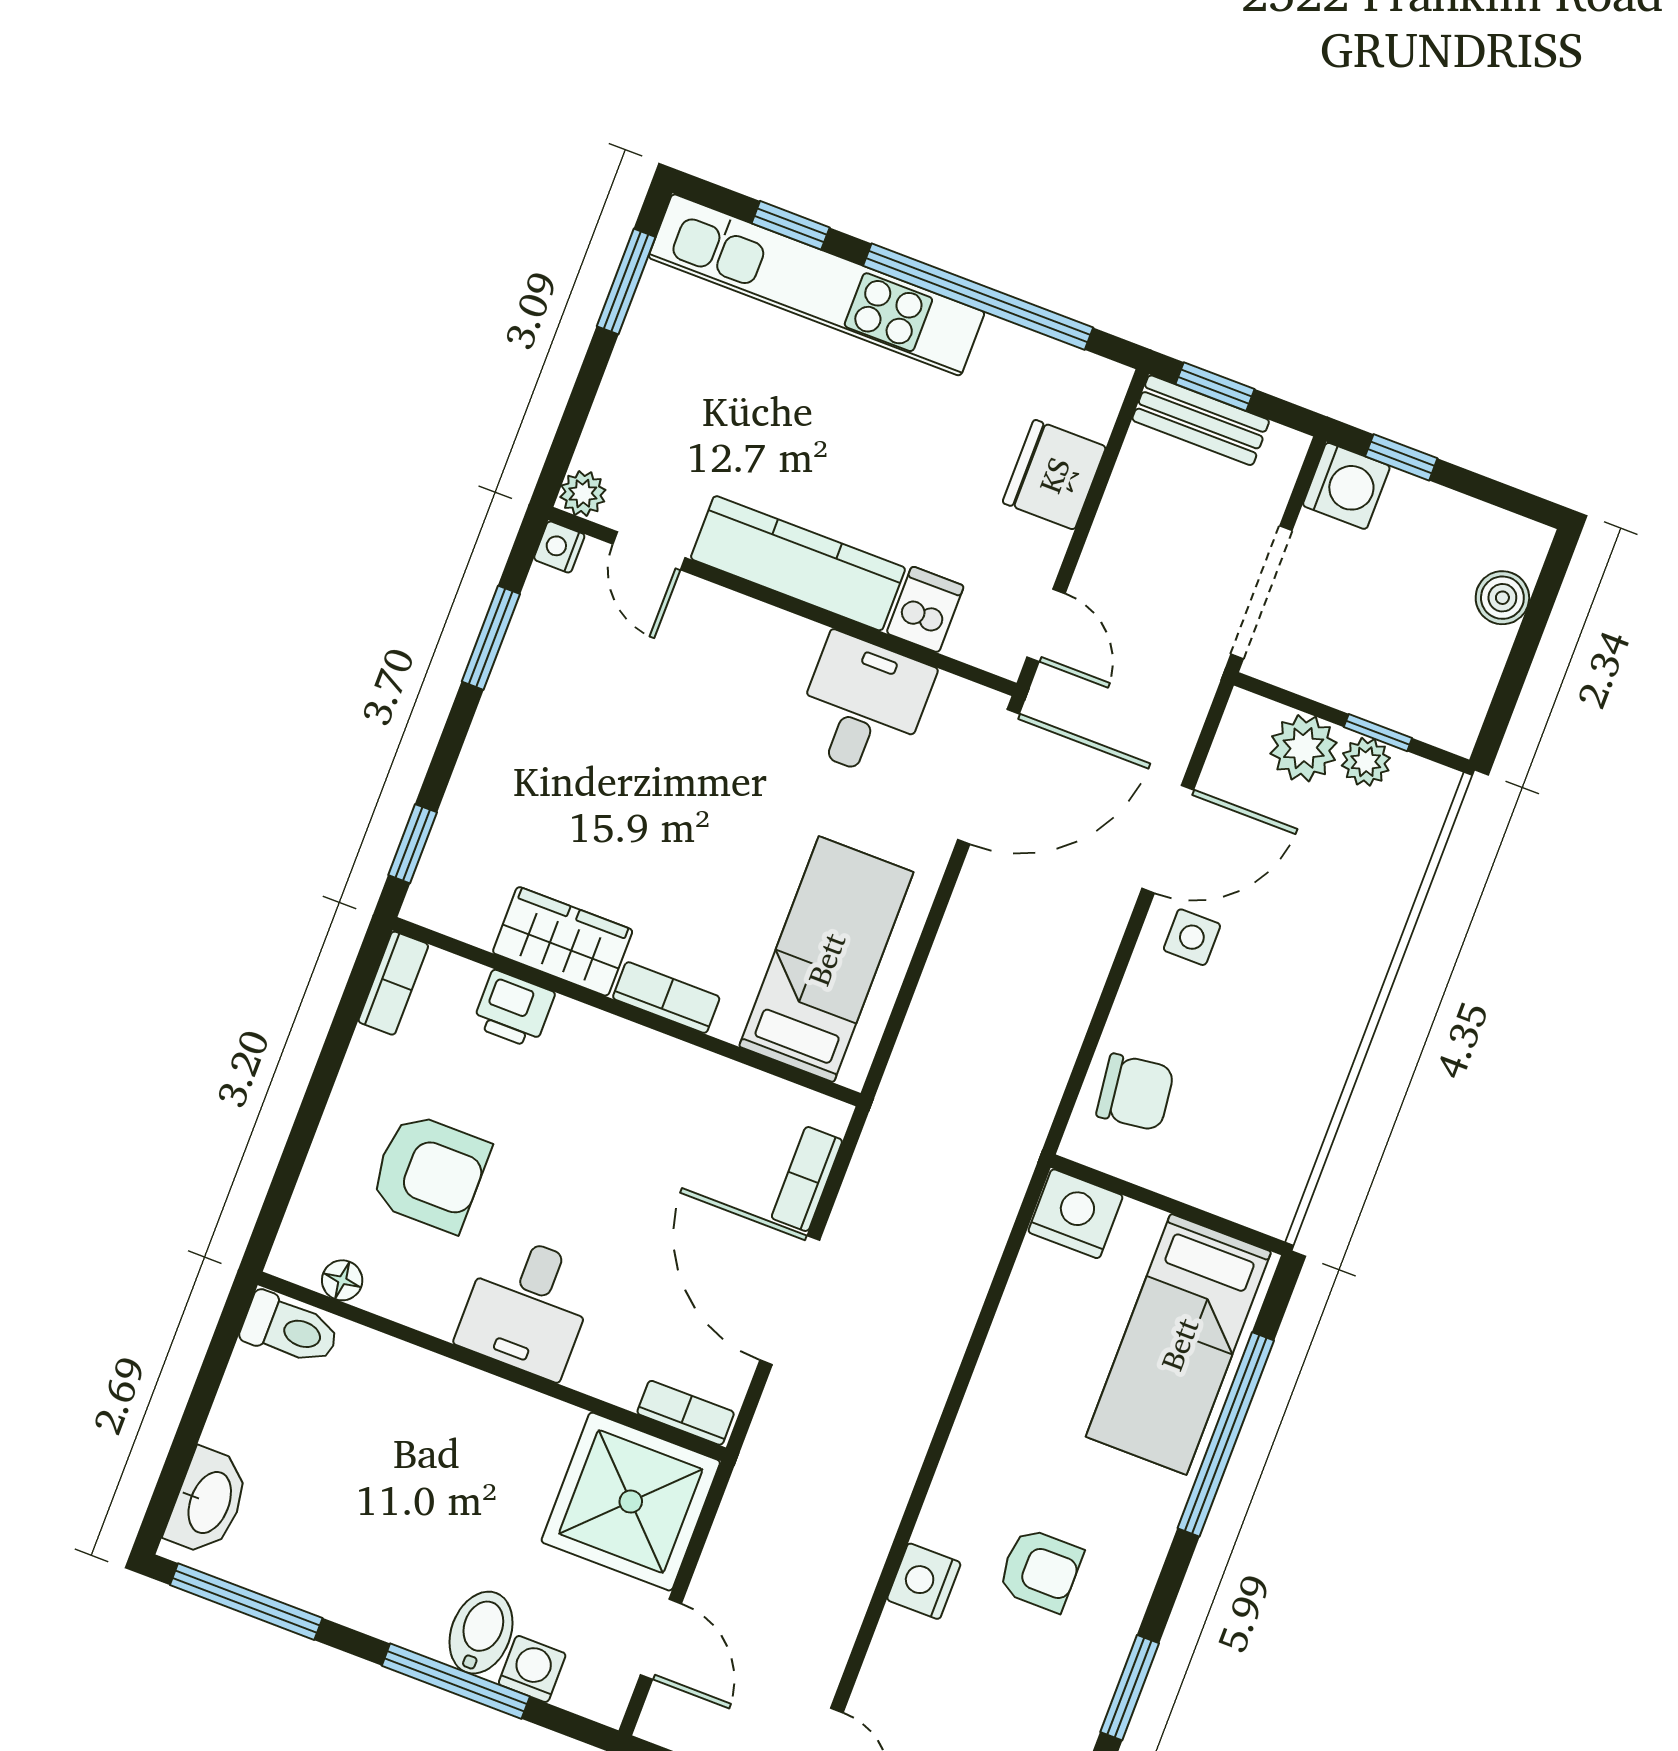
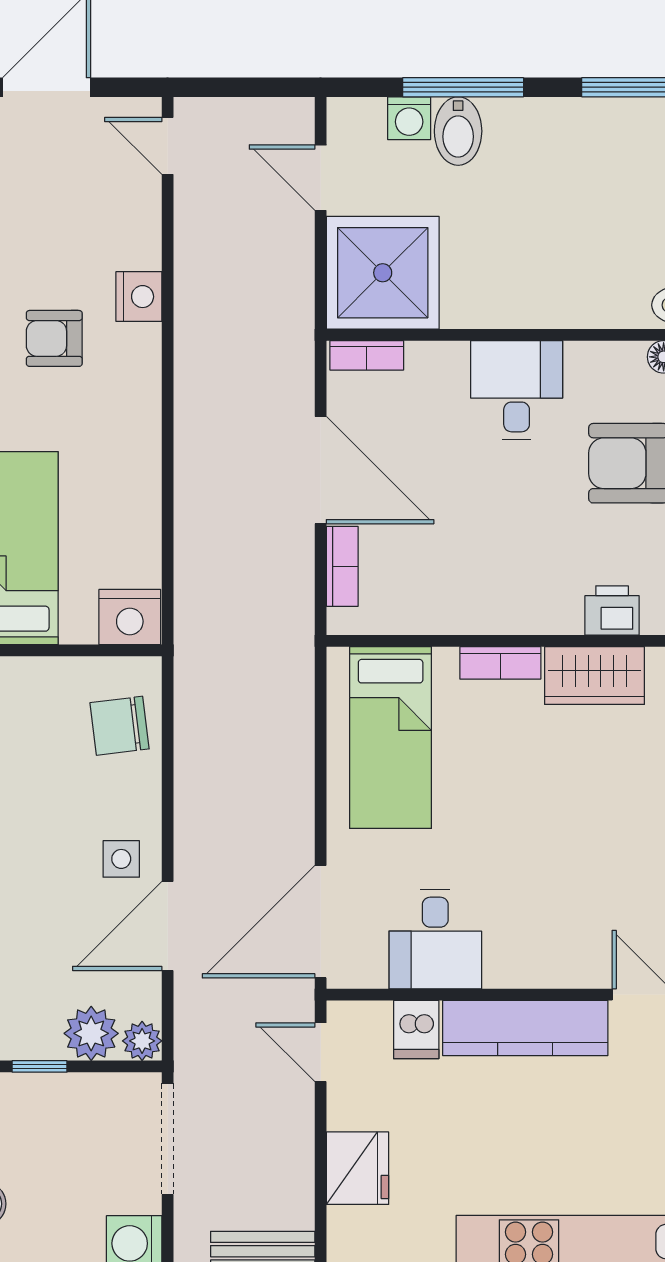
plant: (1366, 762) -> (142, 1041), moved

